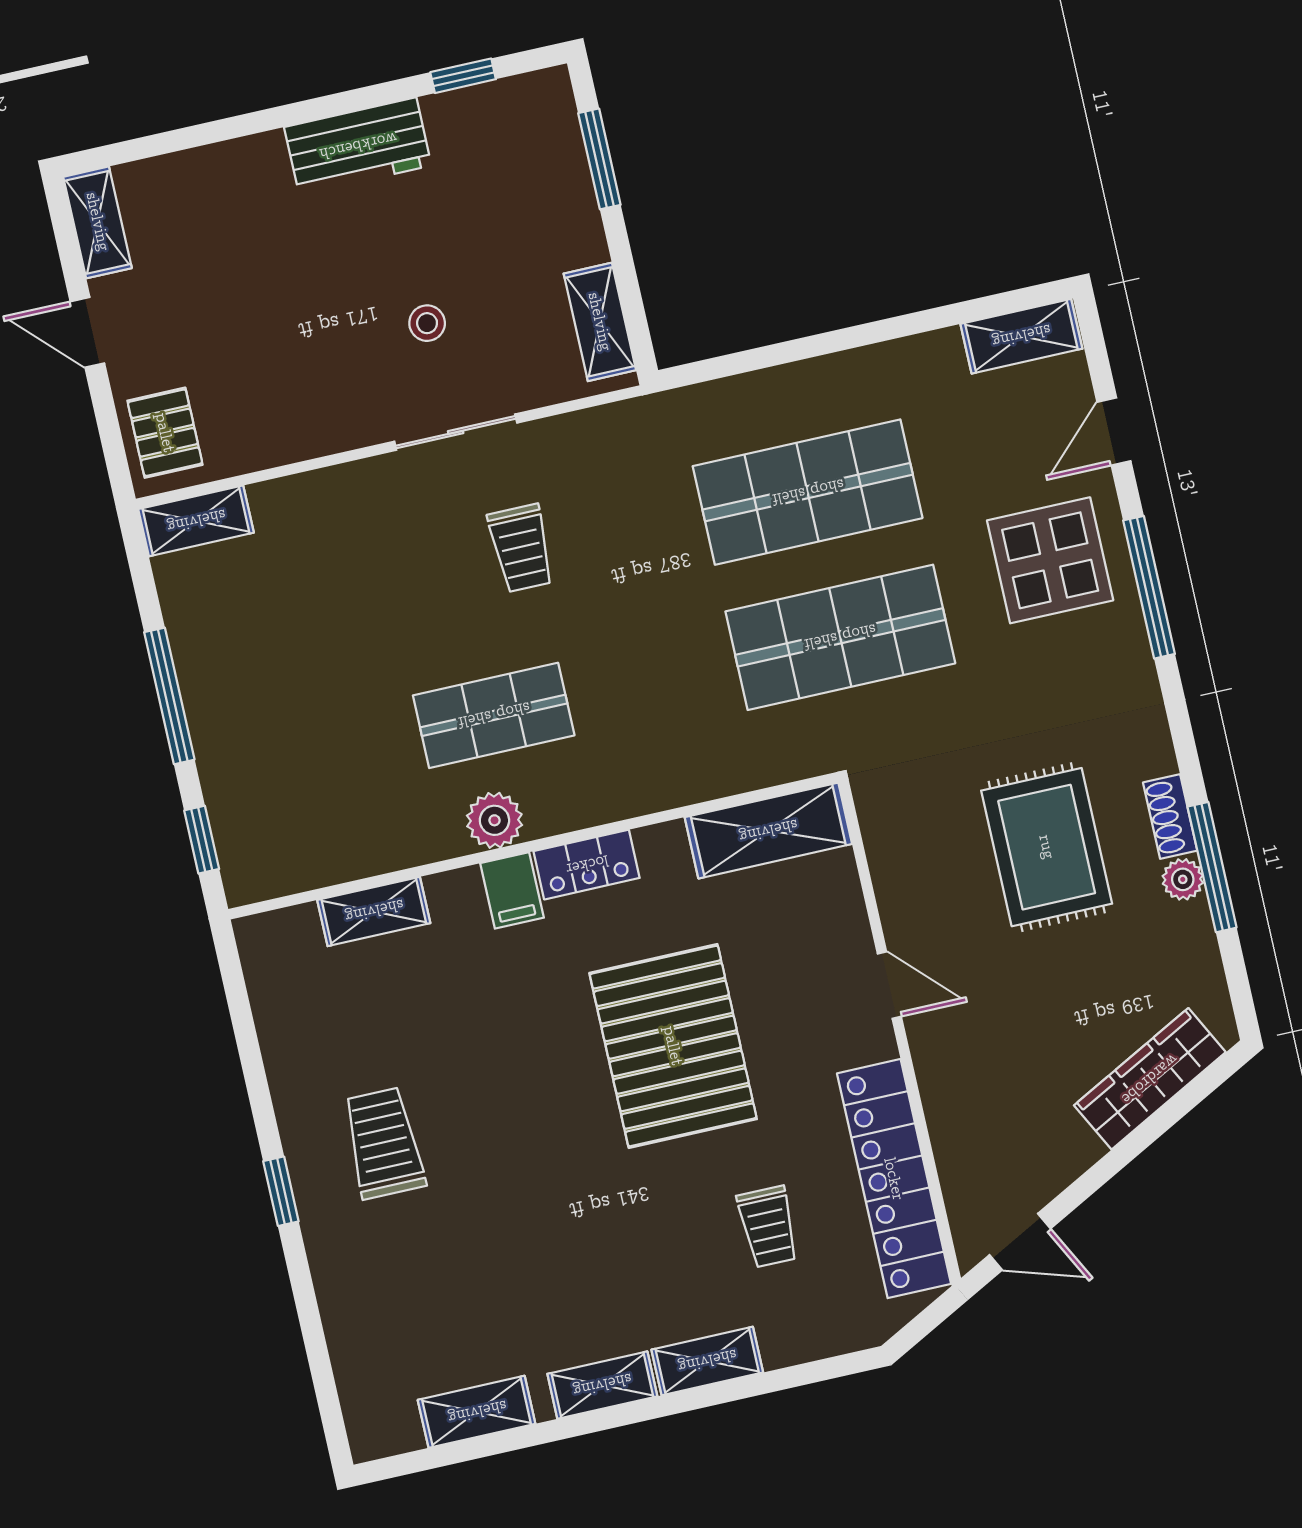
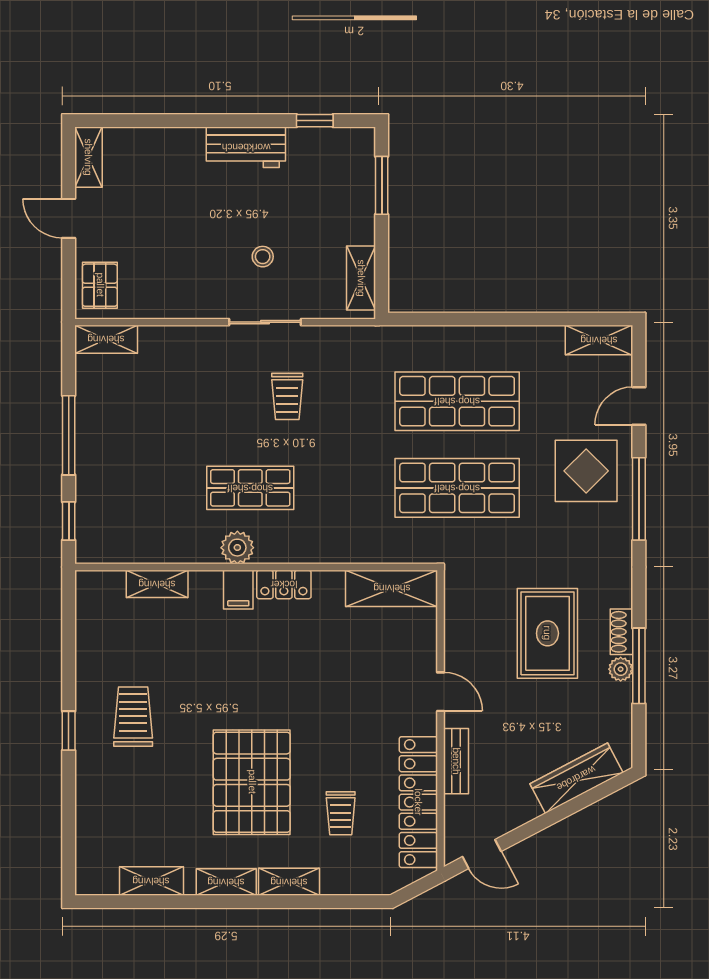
pallet: (673, 1046) -> (252, 782), moved
bench: (942, 1096) -> (456, 761), added

